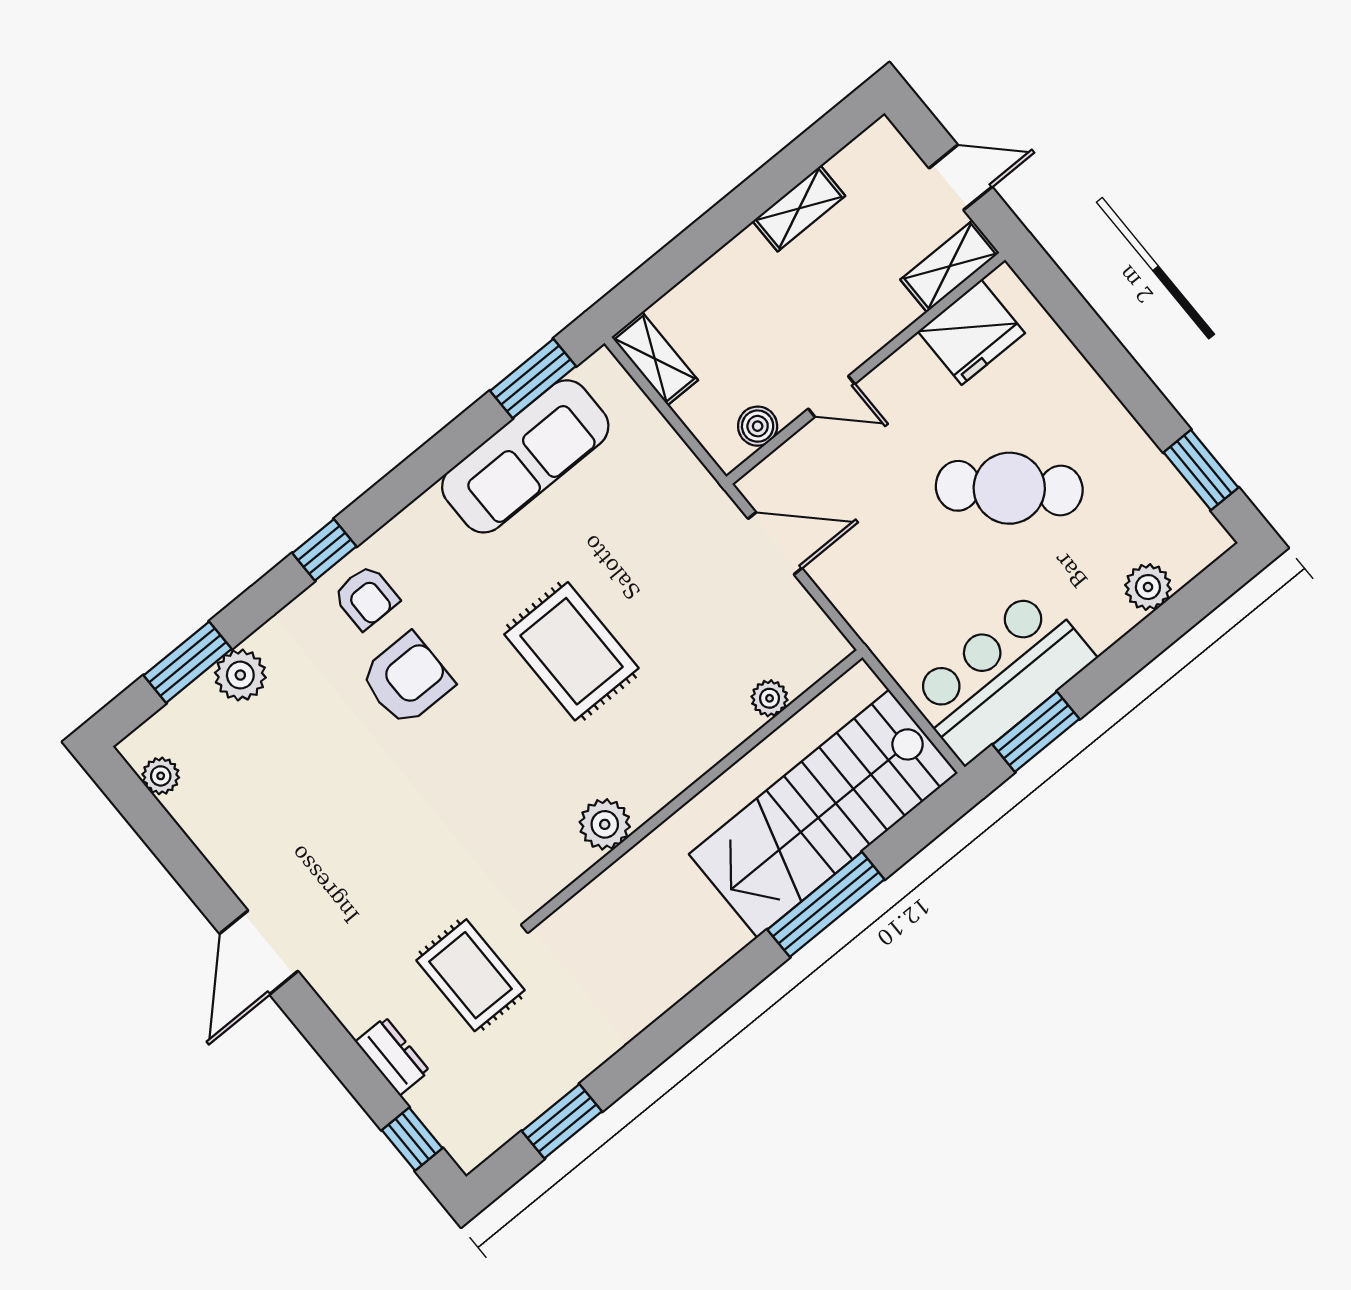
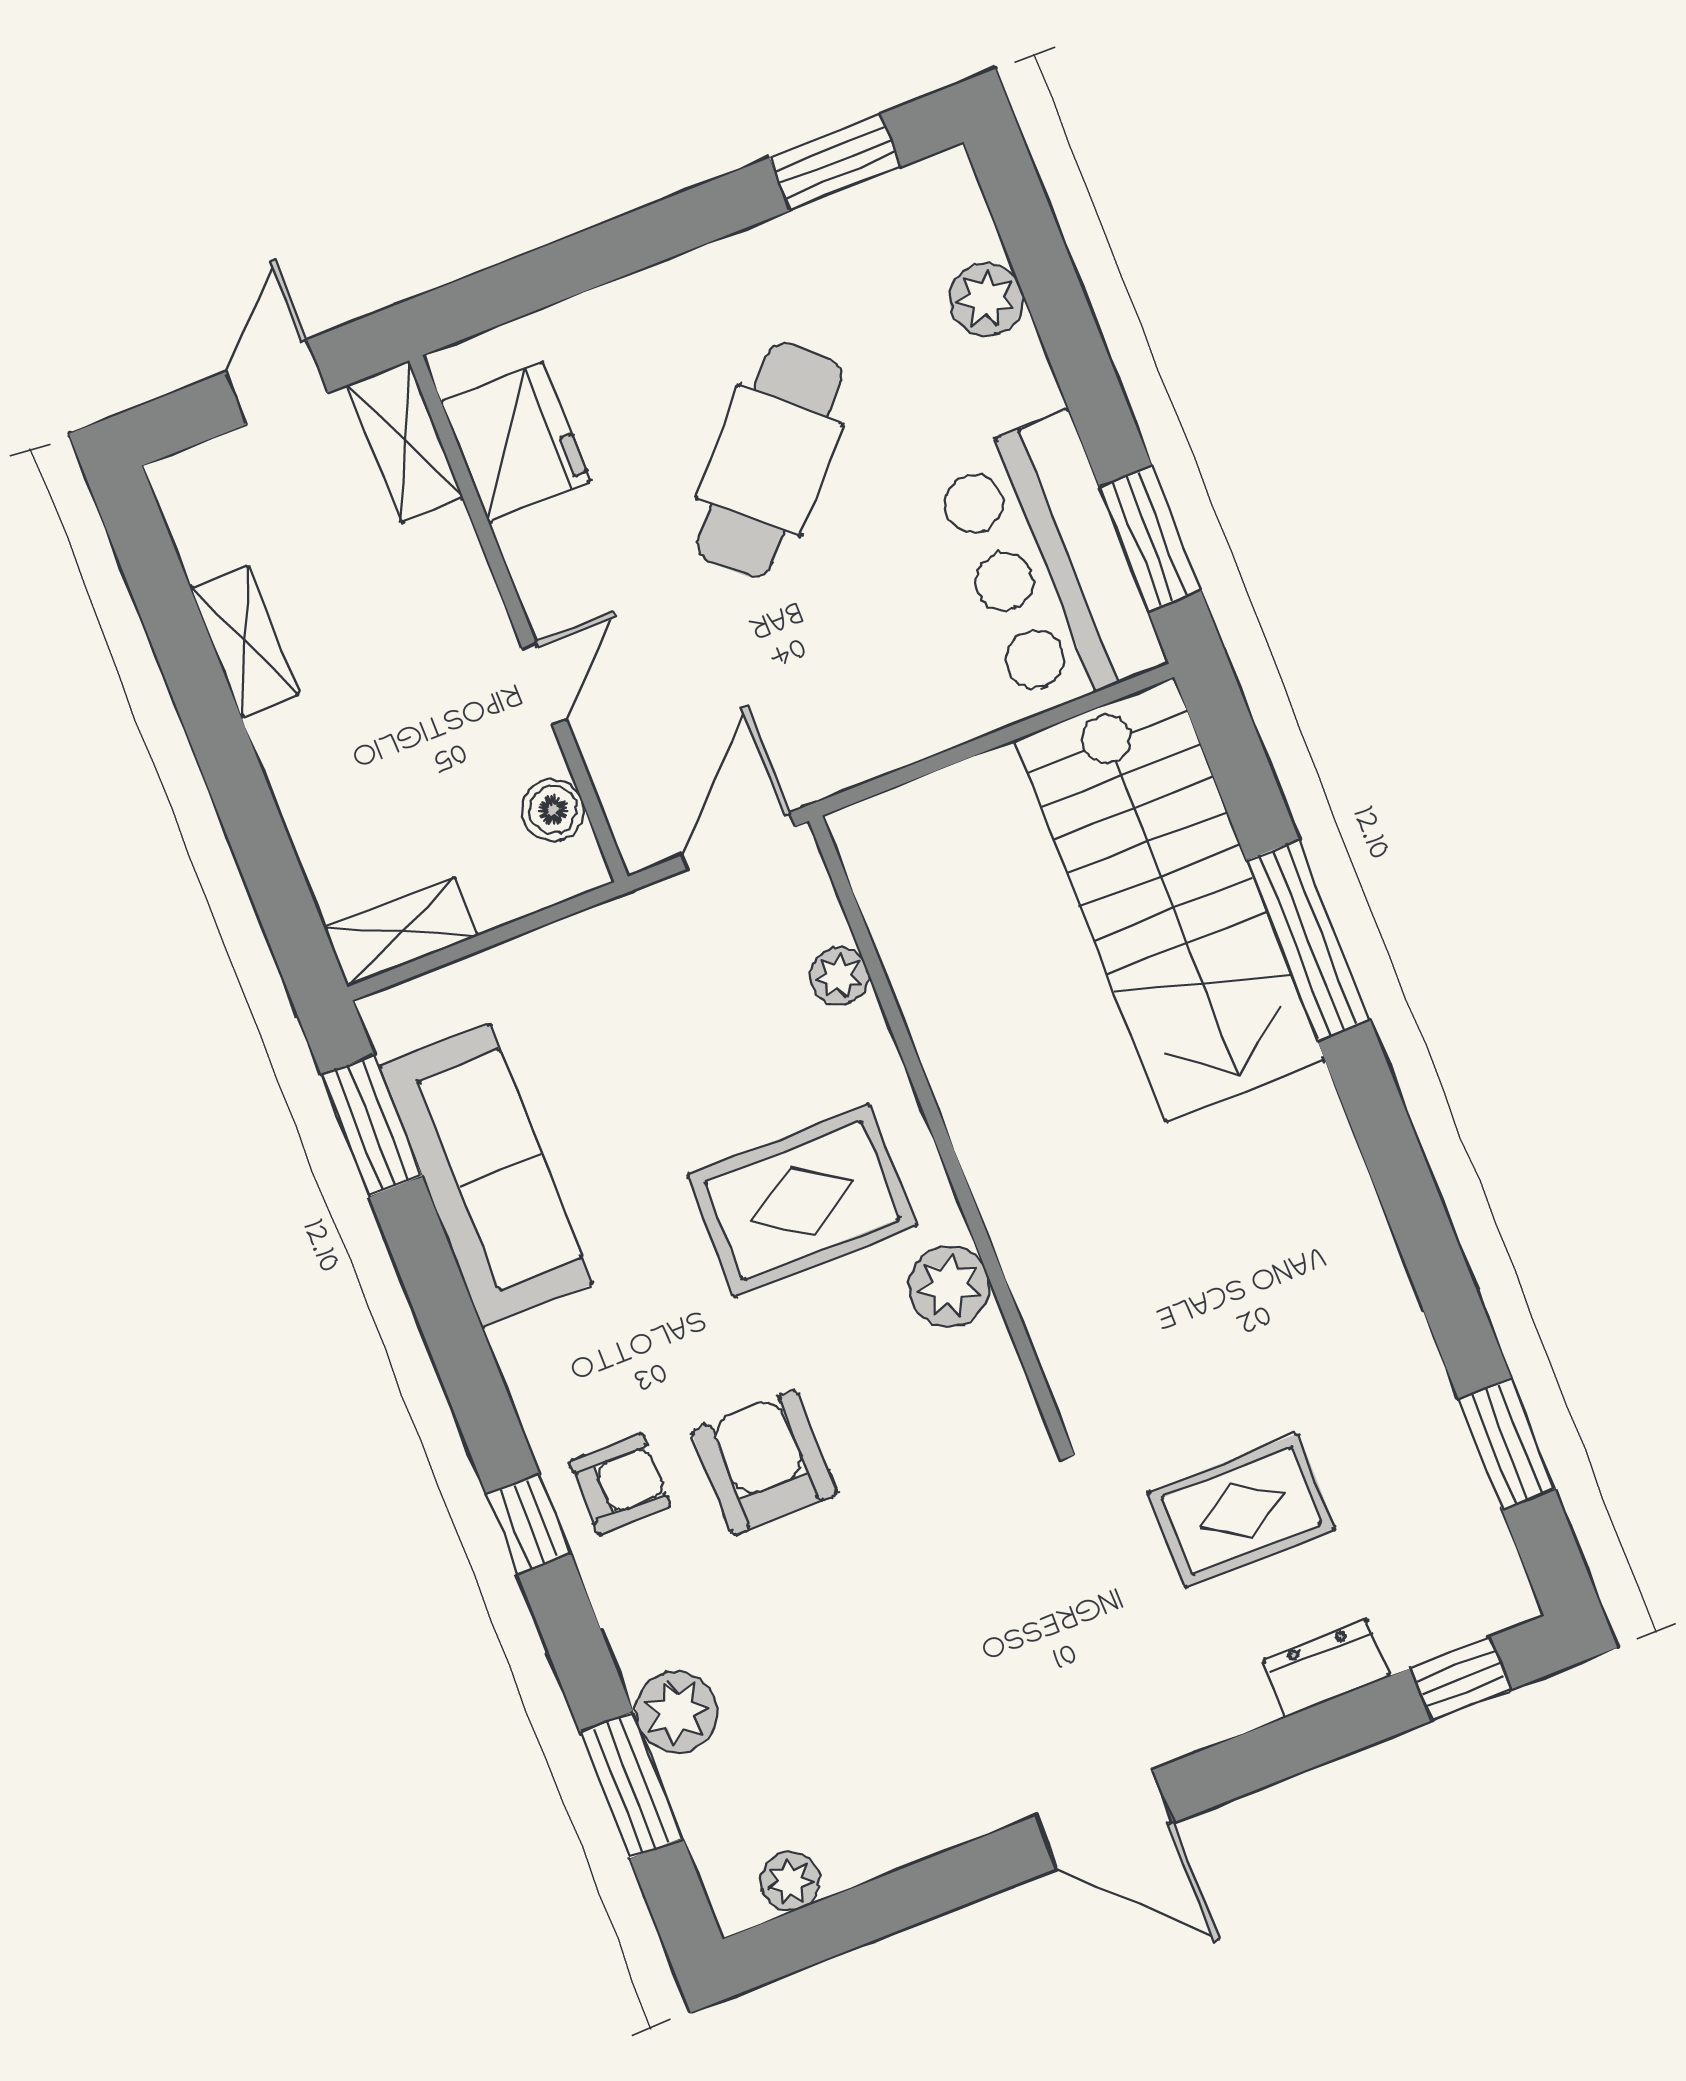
plant: (770, 698) -> (839, 976), moved
wall: (696, 788) -> (939, 1131), moved
plant: (605, 824) -> (949, 1286), moved

